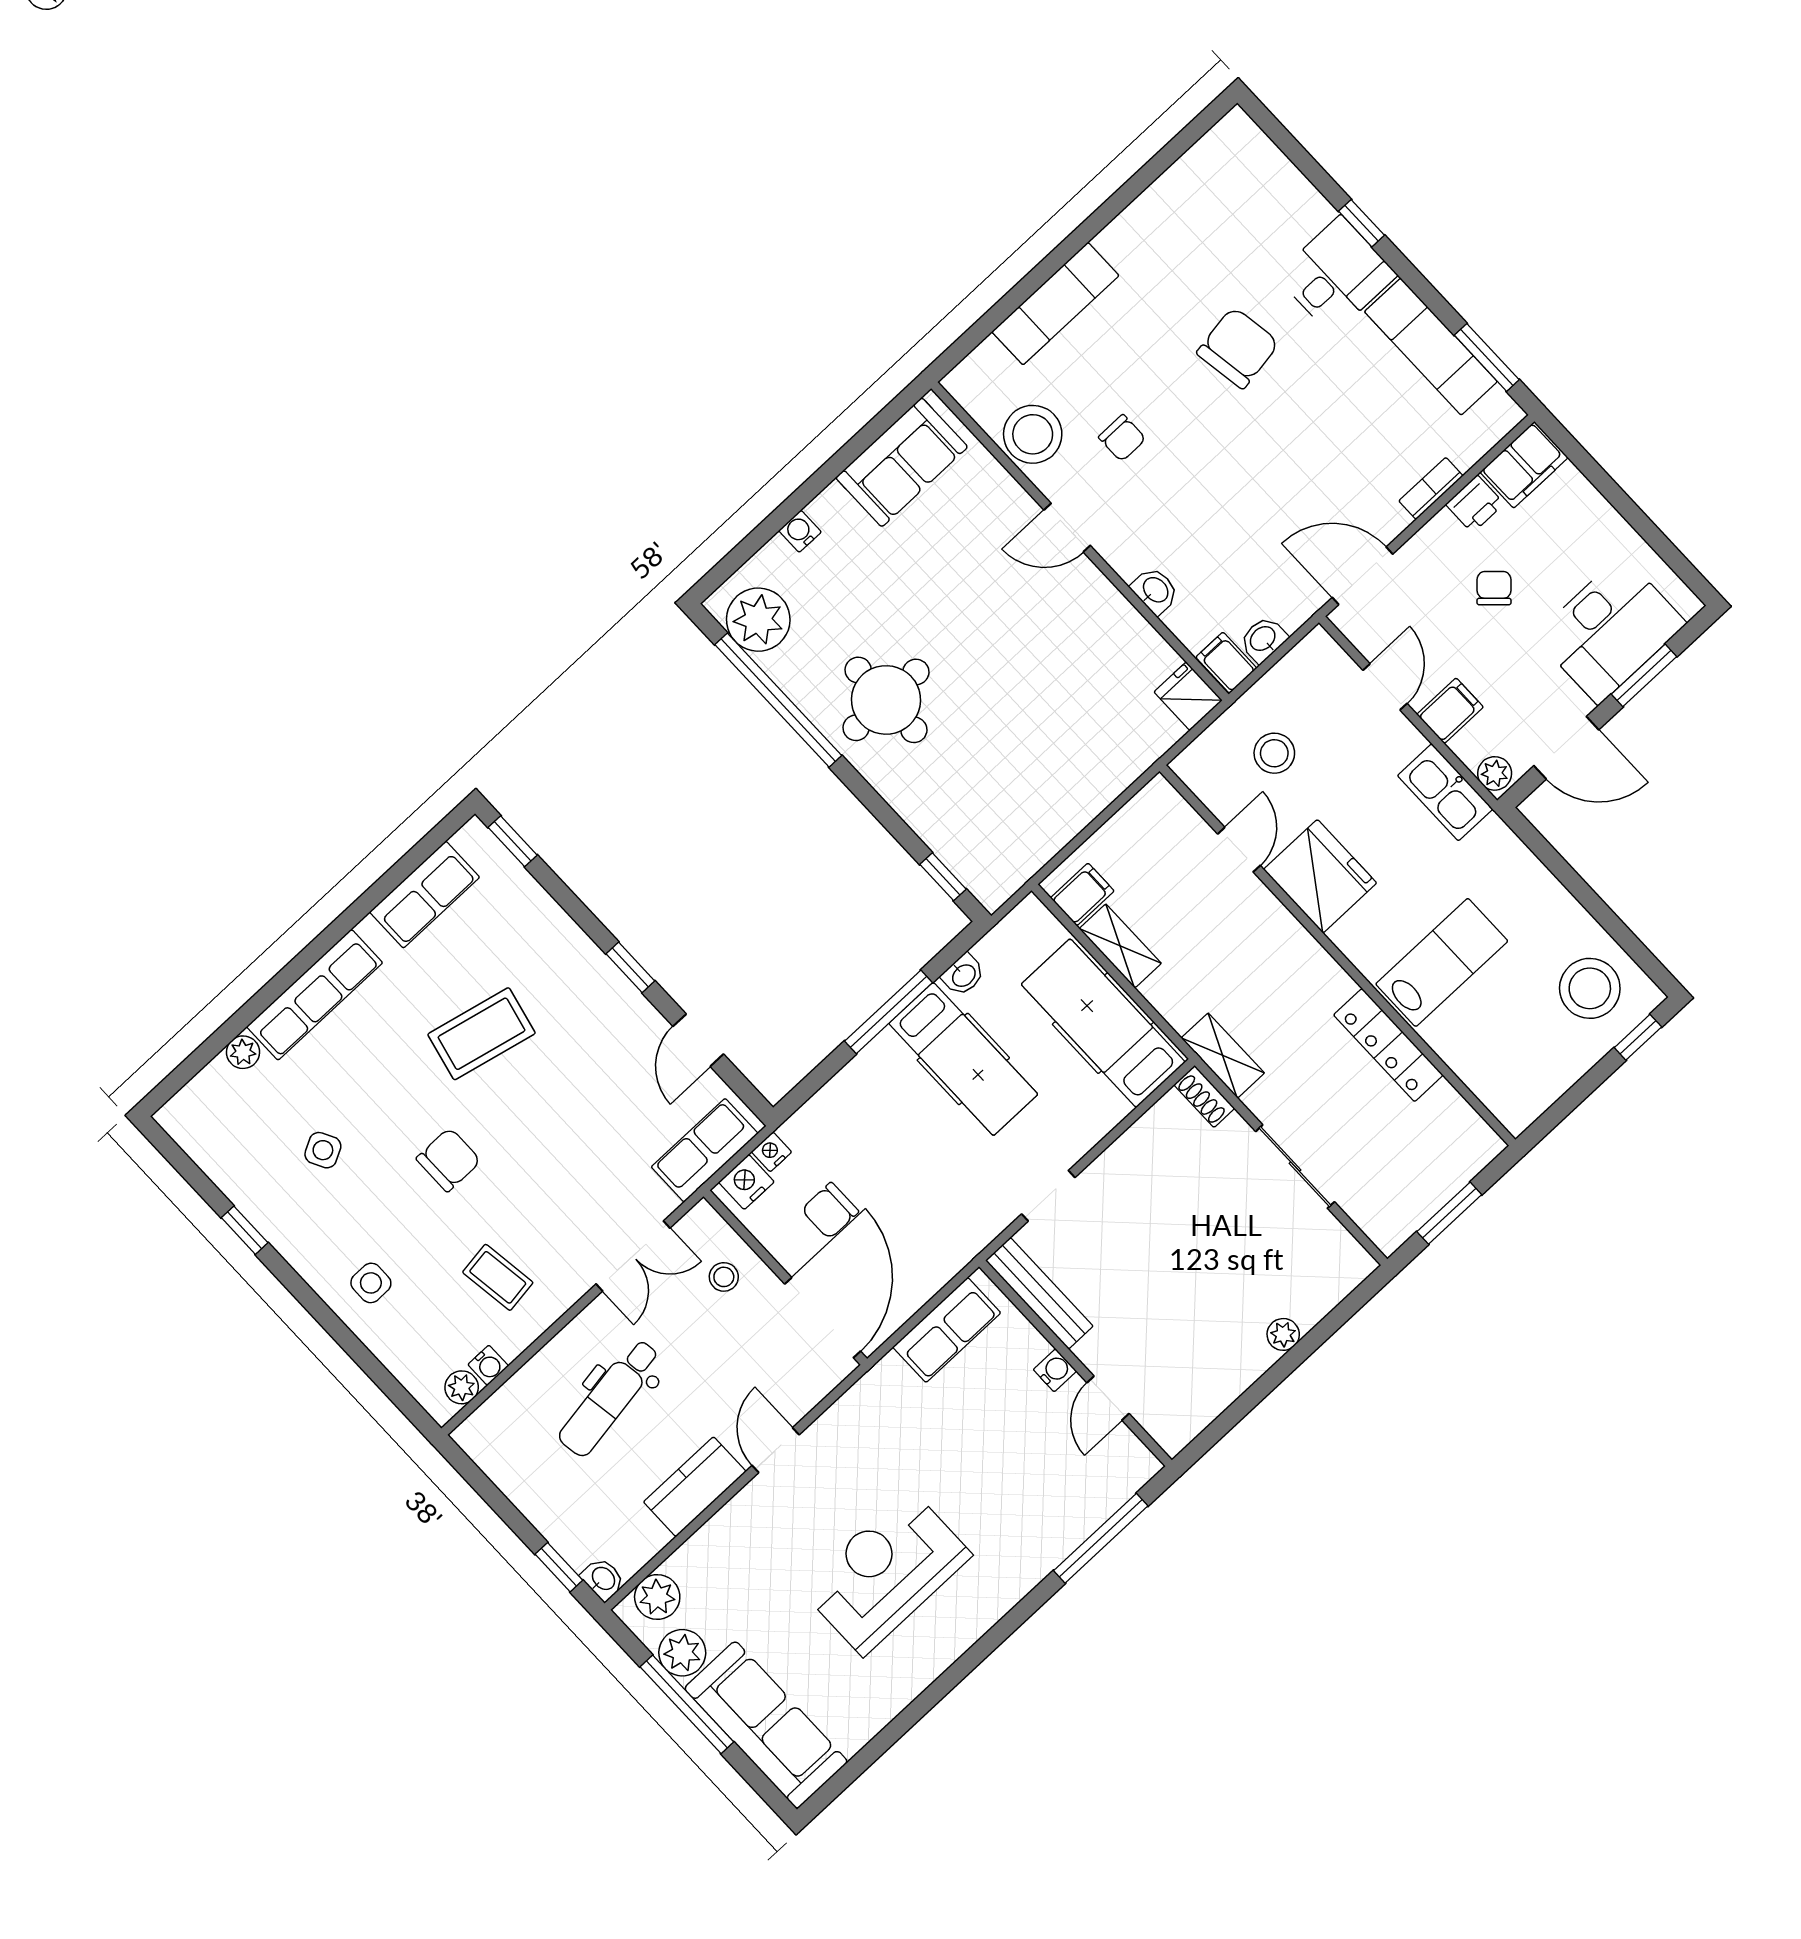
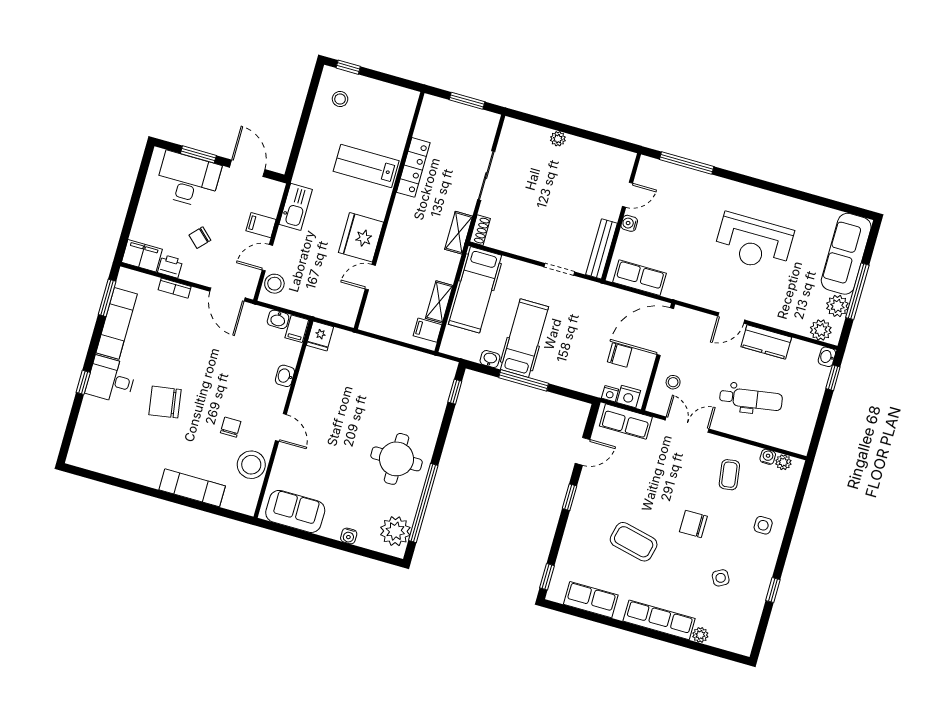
stool: (1274, 753) -> (274, 284), moved
plant: (1495, 773) -> (276, 191), removed
stool: (1590, 988) -> (340, 99), width x0.53, depth x0.53

